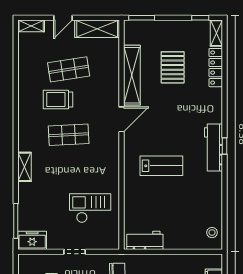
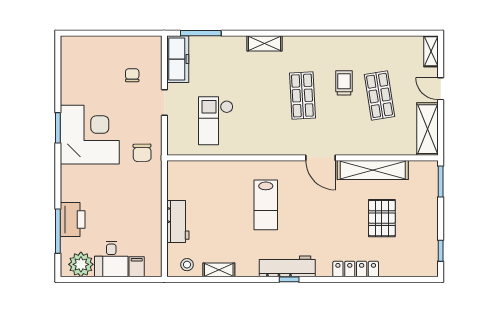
shelving: (216, 33) -> (219, 270), moved
pallet: (173, 67) -> (382, 218), turned 90
locker: (216, 68) -> (356, 269), moved
trolley: (58, 99) -> (344, 83), width x0.73, depth x0.72
checkout: (90, 208) -> (216, 121), turned 180
freezer: (32, 240) -> (178, 59), width x1.40
workbench: (145, 240) -> (178, 222), moved

